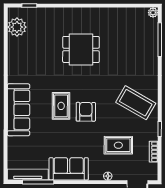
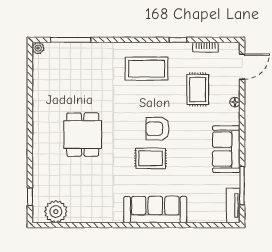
coffee table: (136, 103) -> (147, 69), turned 60
tv unit: (28, 175) -> (233, 205), width x0.71

